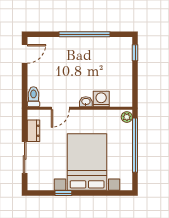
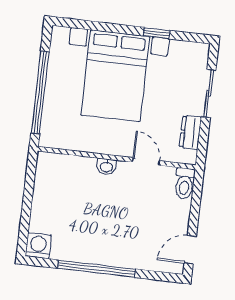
window: (135, 53) -> (24, 232), removed
washing machine: (101, 99) -> (38, 246), moved, turned 180
door: (60, 108) -> (146, 161), hinge flipped
plant: (127, 117) -> (47, 136), removed

